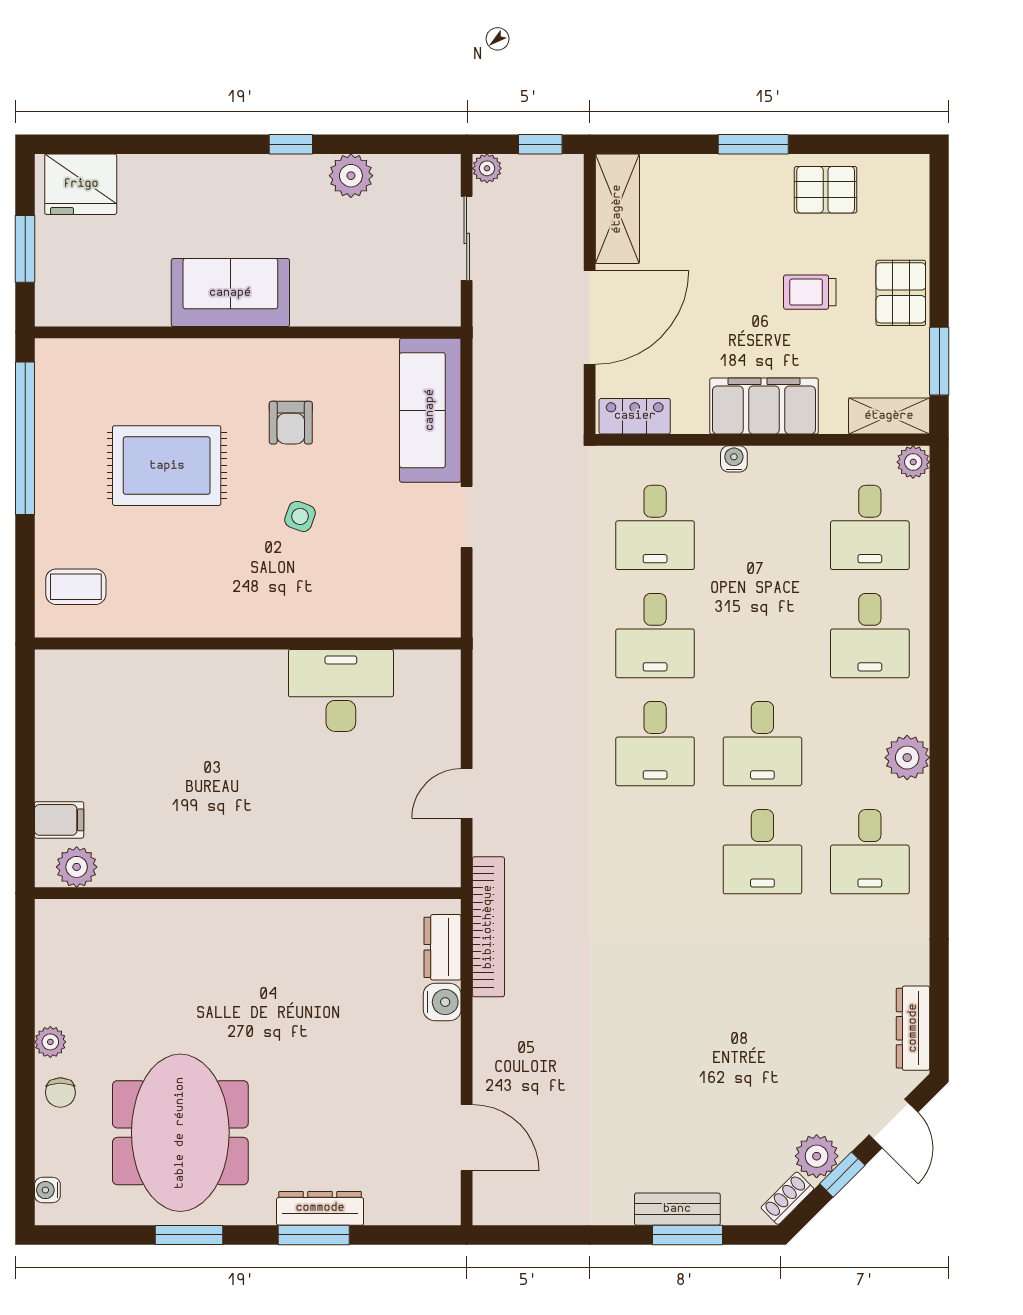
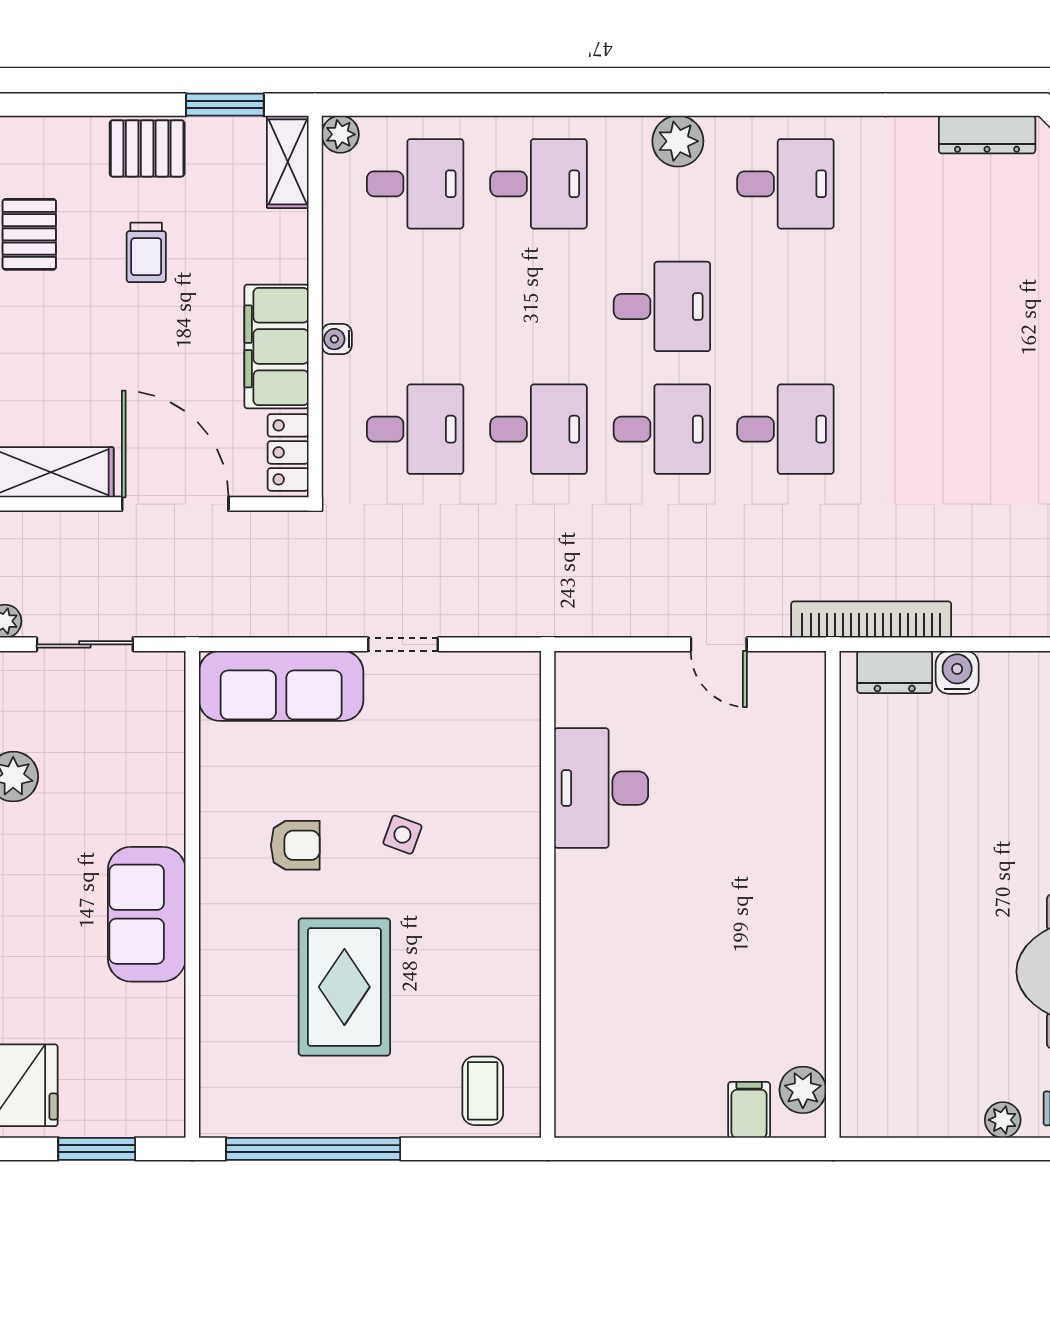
filing cabinet: (764, 406) -> (276, 346), moved
desk: (762, 852) -> (785, 429), moved

